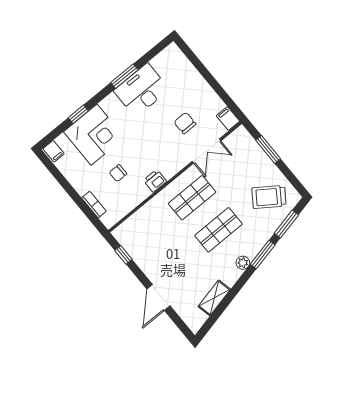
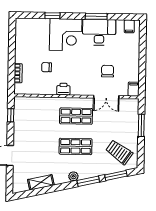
corner desk: (94, 135) -> (66, 35), moved
filing cabinet: (54, 151) -> (129, 26), moved

